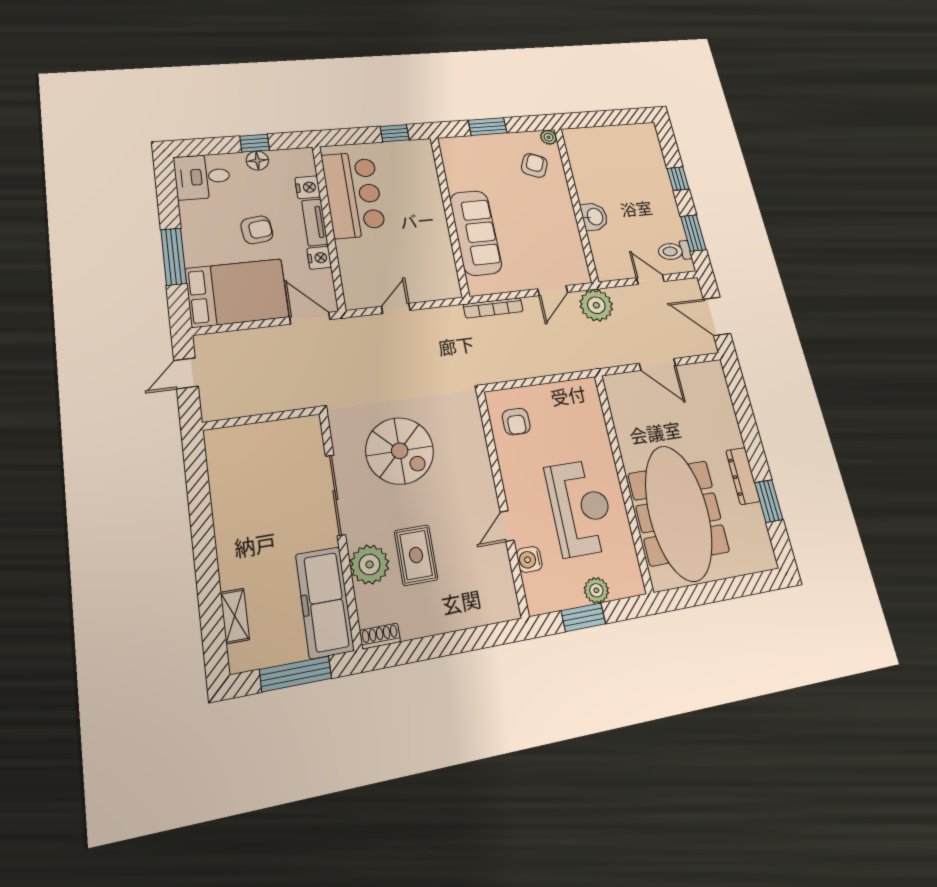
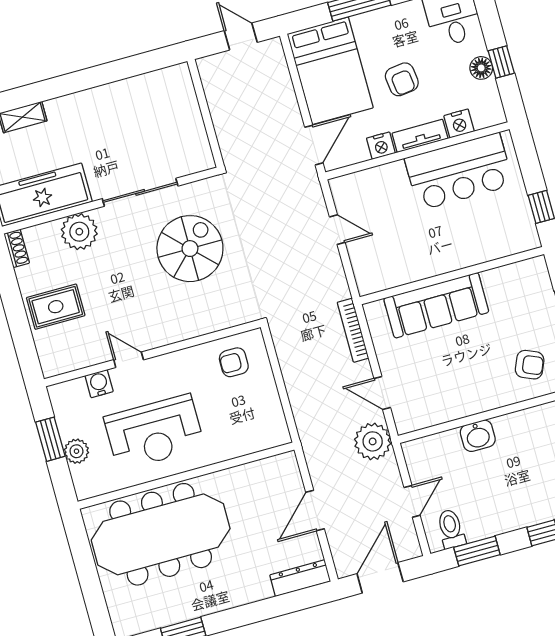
spiral stairs: (400, 451) -> (190, 249), turned 180
dresser: (743, 476) -> (300, 578), moved
rug: (416, 555) -> (56, 307), moved

